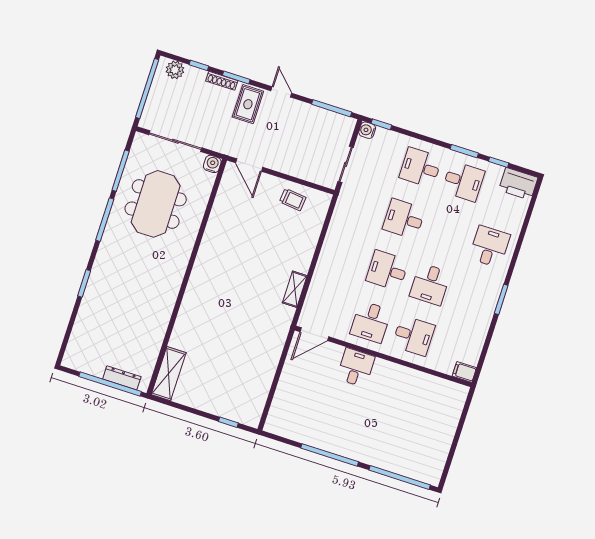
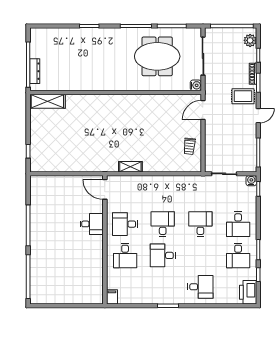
desk: (421, 167) -> (238, 224), turned 180

